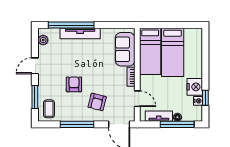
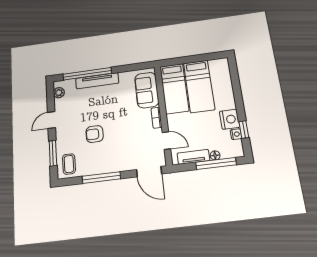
armchair: (74, 84) -> (95, 134), turned -90
armchair: (97, 102) -> (122, 150), removed

